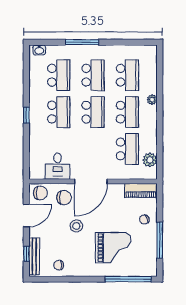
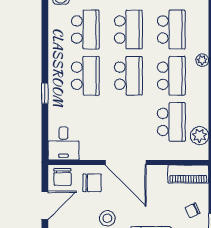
window: (26, 115) -> (45, 93), moved
desk: (58, 166) -> (63, 143), moved
door: (91, 181) -> (126, 163), hinge flipped
chair: (40, 193) -> (62, 177), turned 90

